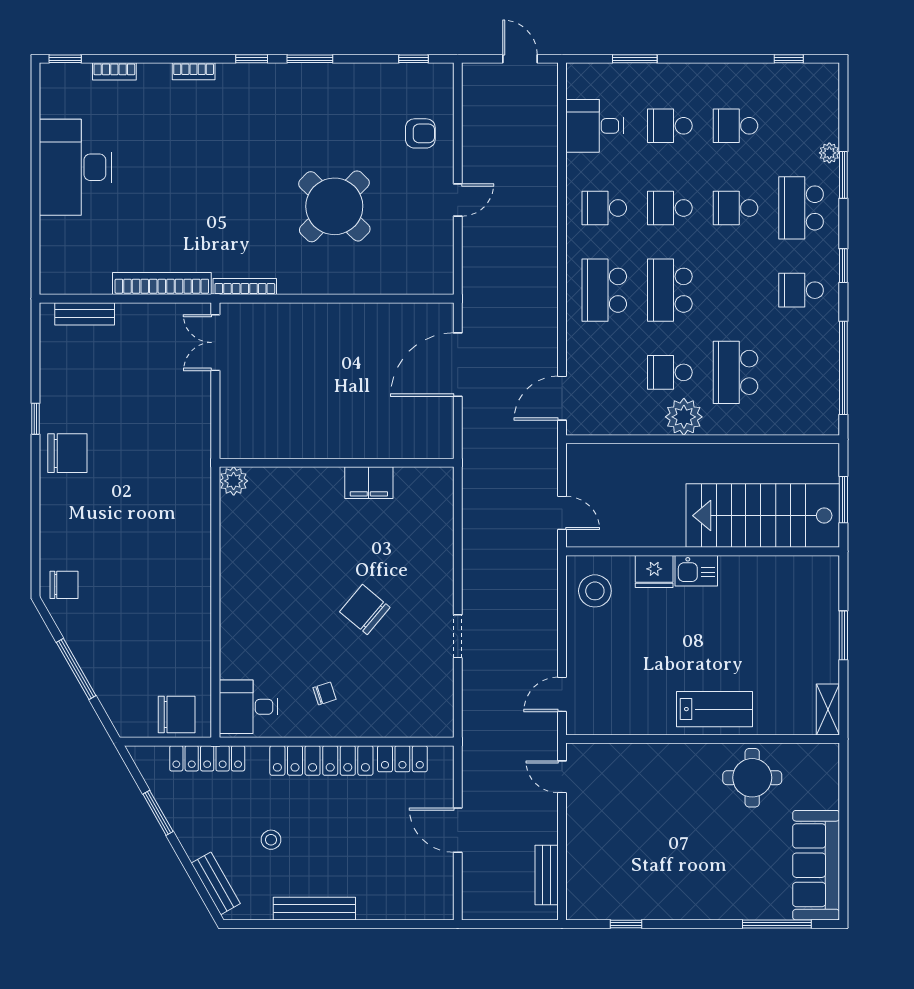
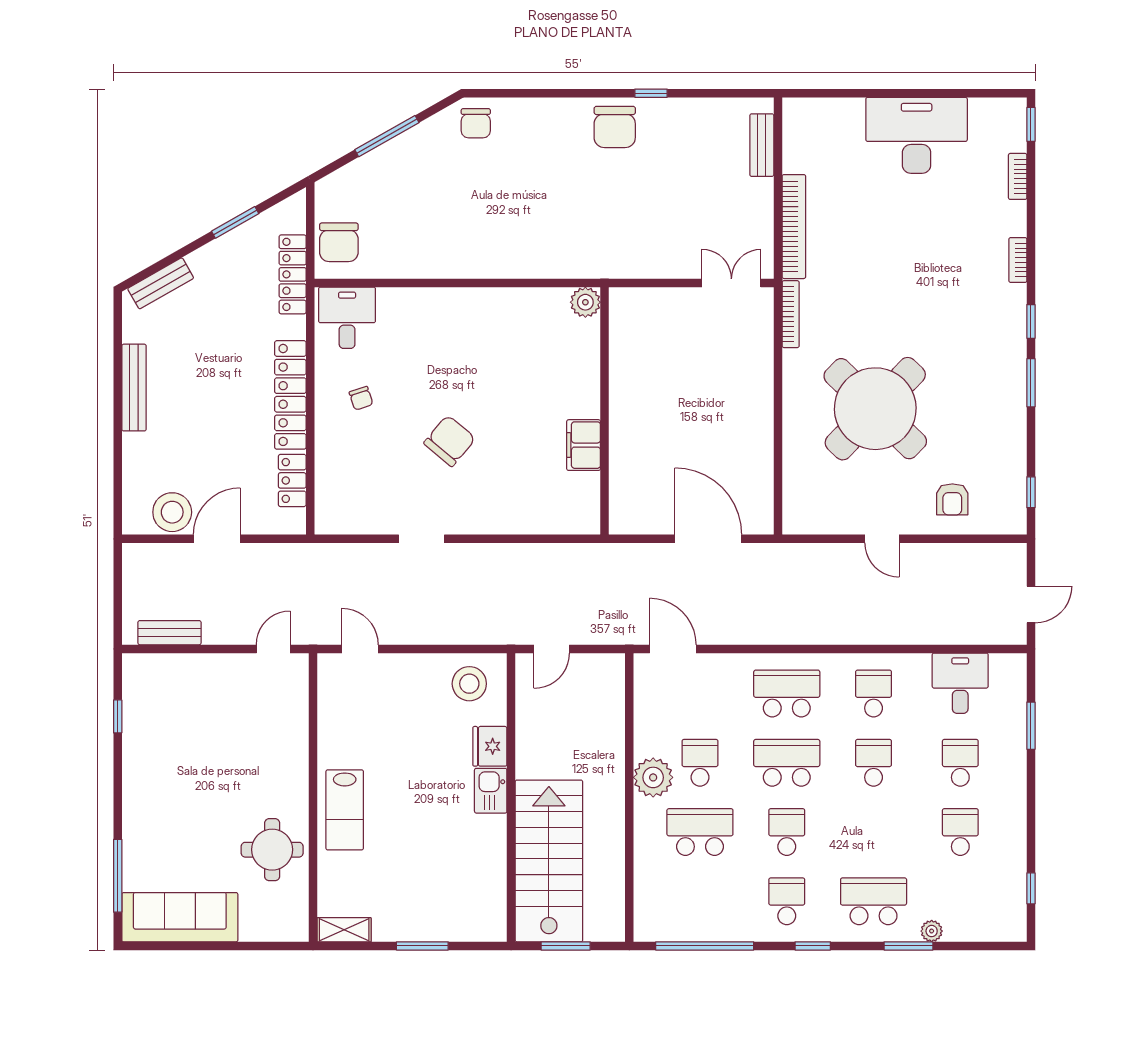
round table: (334, 206) -> (875, 409), width x1.36, depth x1.36
school desk: (735, 208) -> (787, 832), moved
stool: (271, 840) -> (172, 512), moved, width x1.89, depth x1.89

